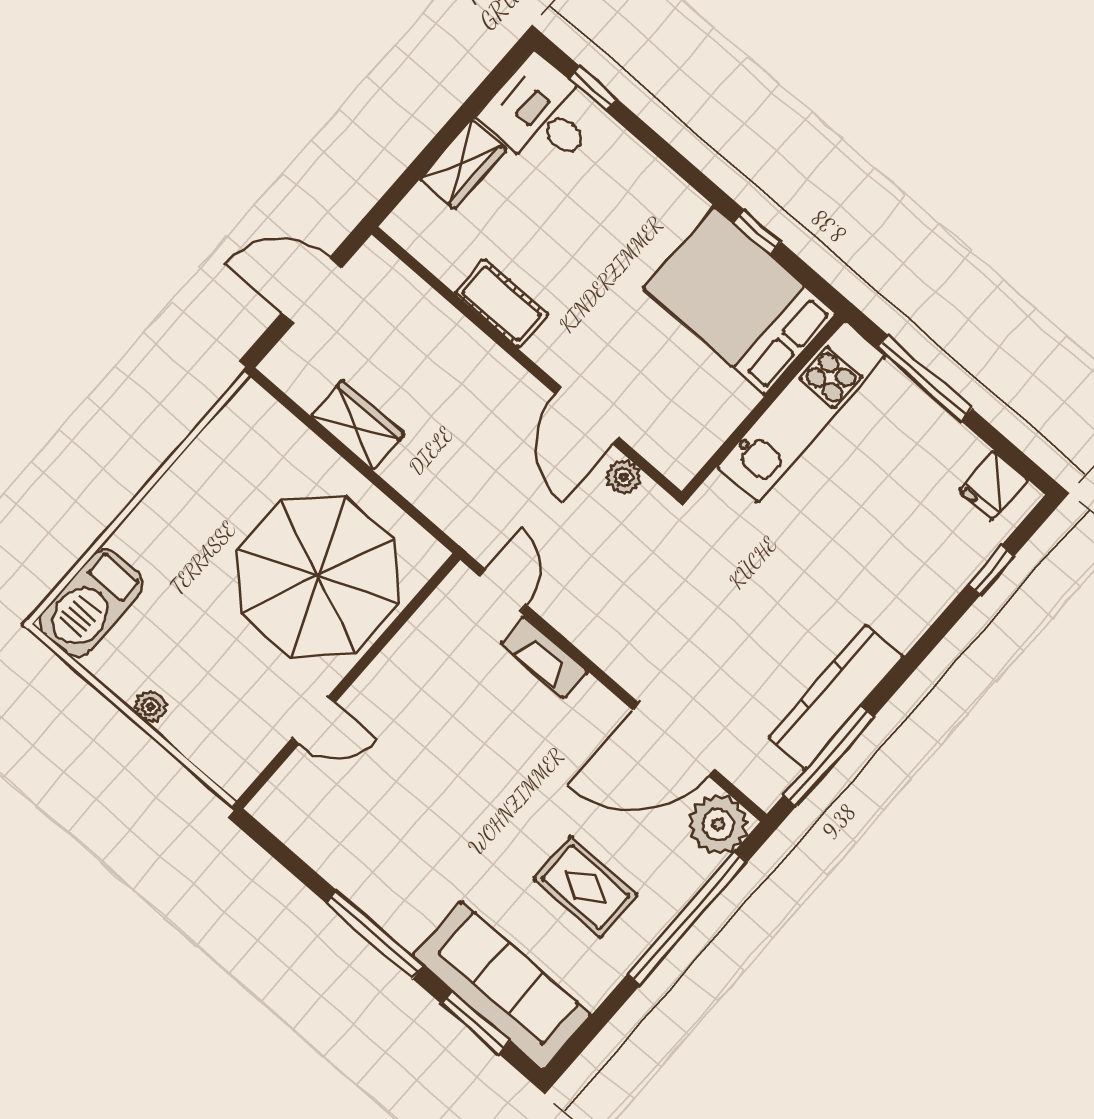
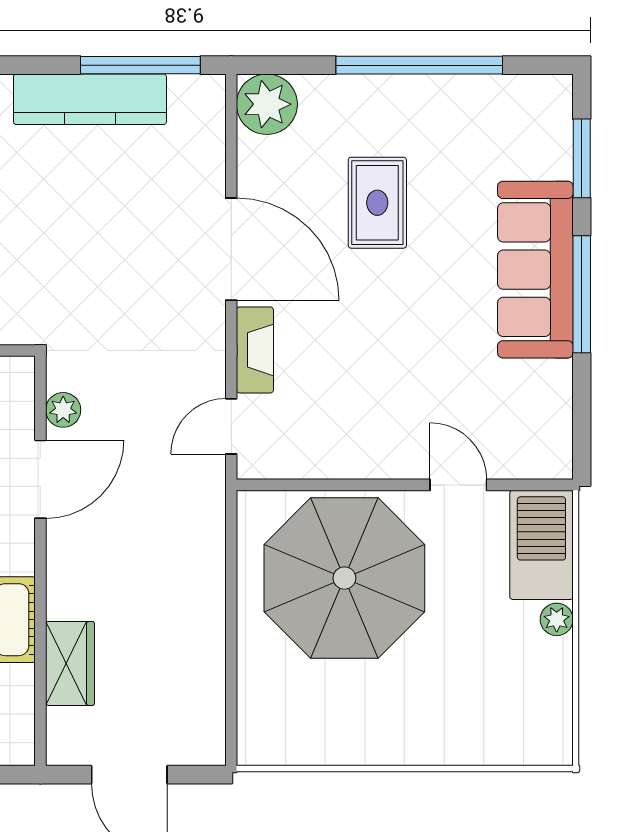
wardrobe: (357, 425) -> (70, 663), moved, turned 180
barbecue: (91, 603) -> (541, 545), moved, turned -90
door: (674, 739) -> (231, 249), moved
rug: (585, 887) -> (377, 203), moved
window: (687, 918) -> (419, 65), moved
sofa: (502, 985) -> (535, 270), moved

